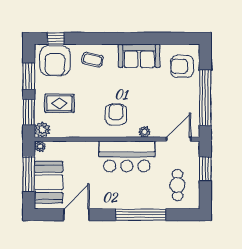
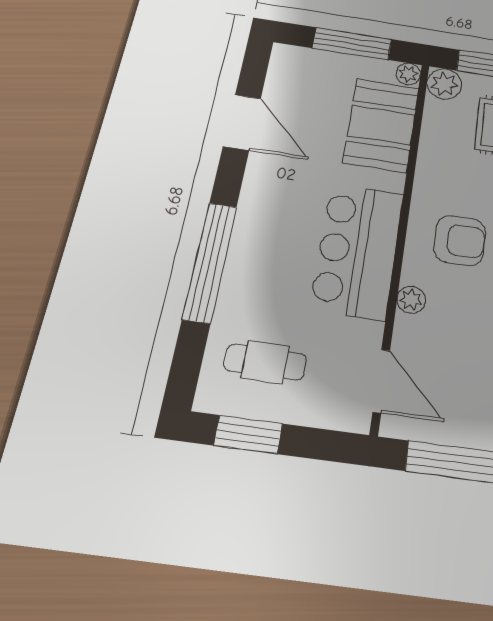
window: (205, 169) -> (248, 435), moved
booth: (49, 182) -> (381, 125), moved, turned 90

